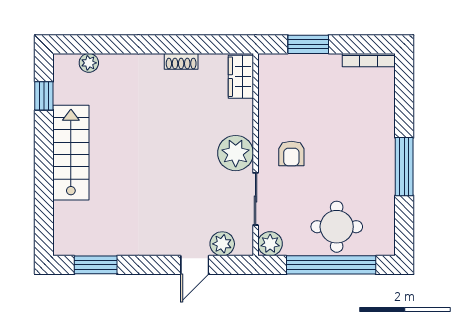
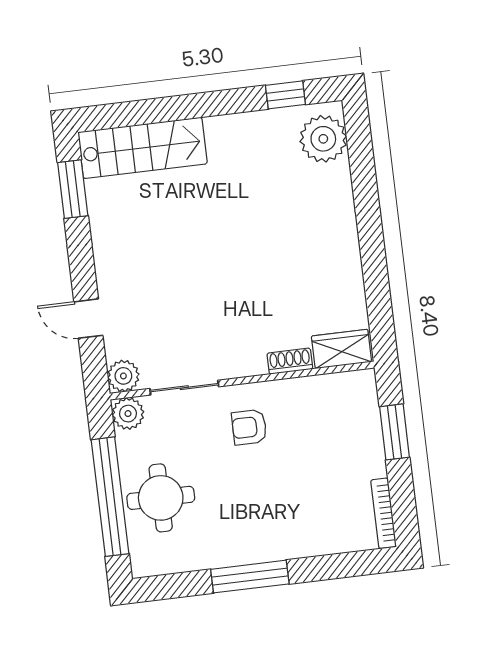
shoe rack: (181, 61) -> (290, 361), moved, turned 90
plant: (89, 63) -> (323, 139), width x1.88, depth x1.88
stairs: (71, 153) -> (143, 148), moved
plant: (236, 153) -> (241, 354), removed
plant: (222, 244) -> (123, 376), moved

